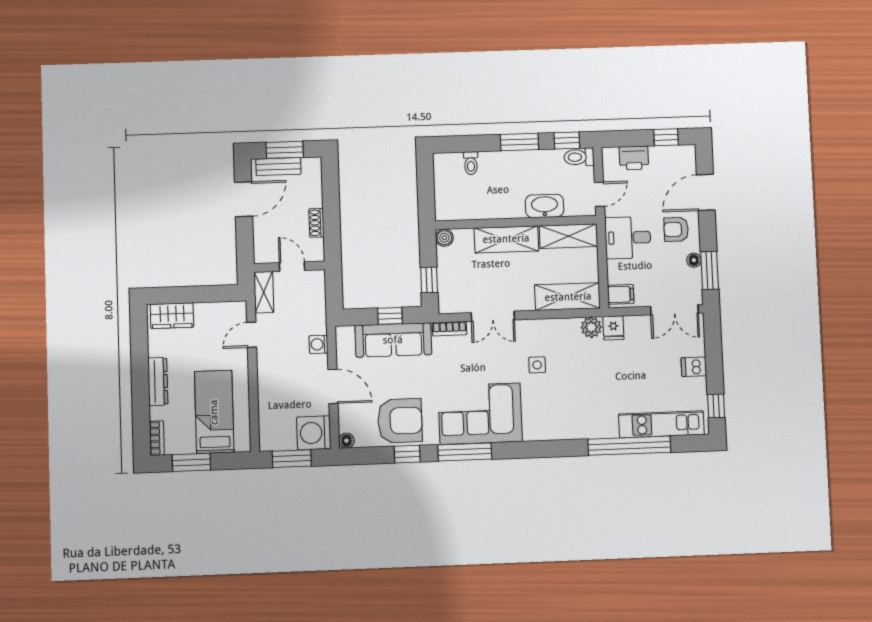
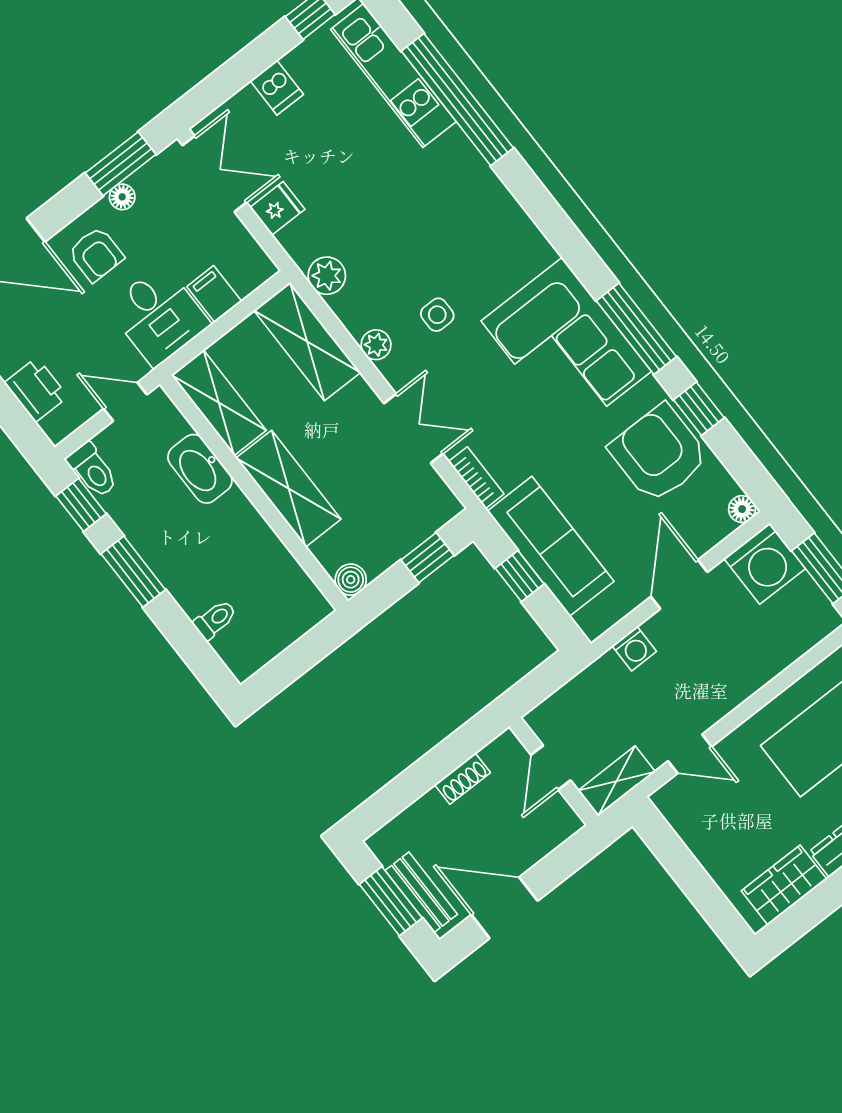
filing cabinet: (621, 294) -> (214, 294), moved
wardrobe: (172, 316) -> (784, 885), moved, turned -90
plant: (543, 327) -> (376, 345), added
fridge: (613, 328) -> (277, 208), moved

